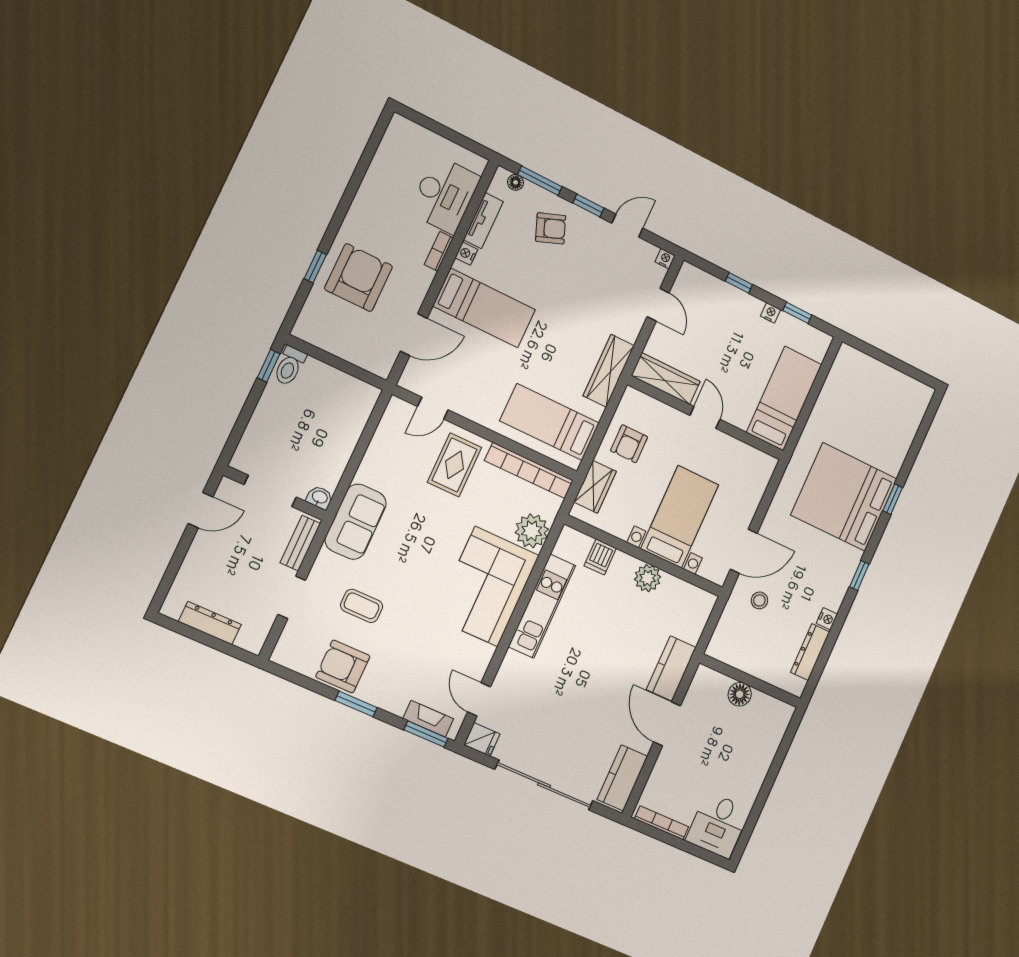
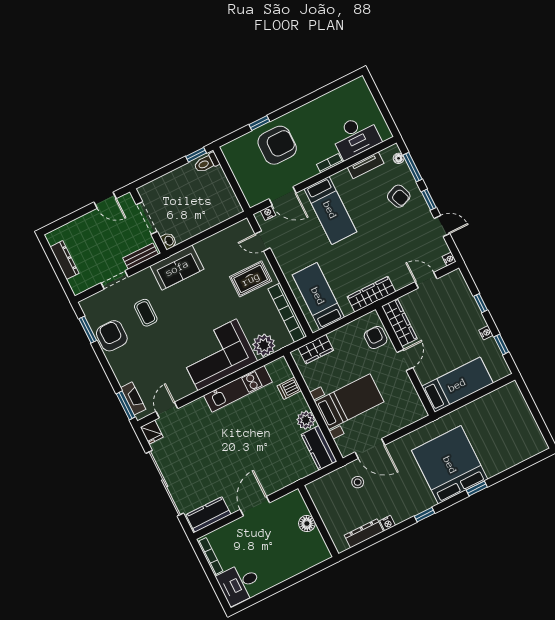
nightstand: (466, 254) -> (268, 213), moved
door: (658, 305) -> (426, 280), swing flipped
armchair: (629, 444) -> (376, 338), moved, turned 90
kitchen counter: (671, 669) -> (319, 448), moved, turned -90
window: (356, 704) -> (88, 330), moved

